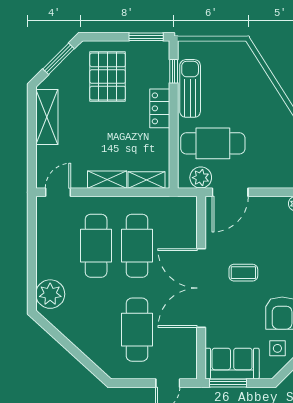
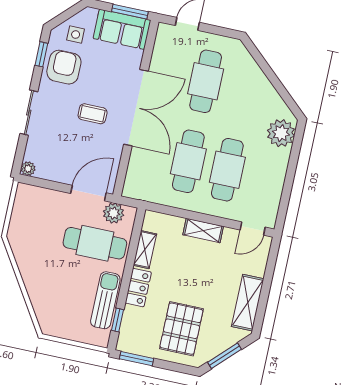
sun lounger: (190, 88) -> (105, 300), turned 180
shelving: (147, 180) -> (145, 250), moved, turned 90

